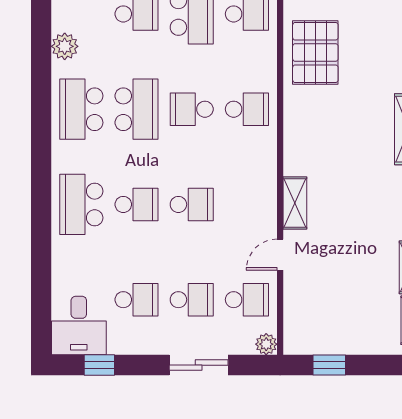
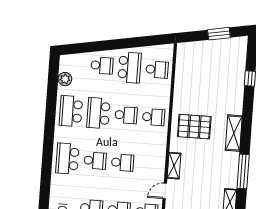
pallet: (315, 52) -> (194, 127), moved, turned 90
school desk: (137, 109) -> (98, 113), turned 180
school desk: (192, 109) -> (126, 115), turned 180

